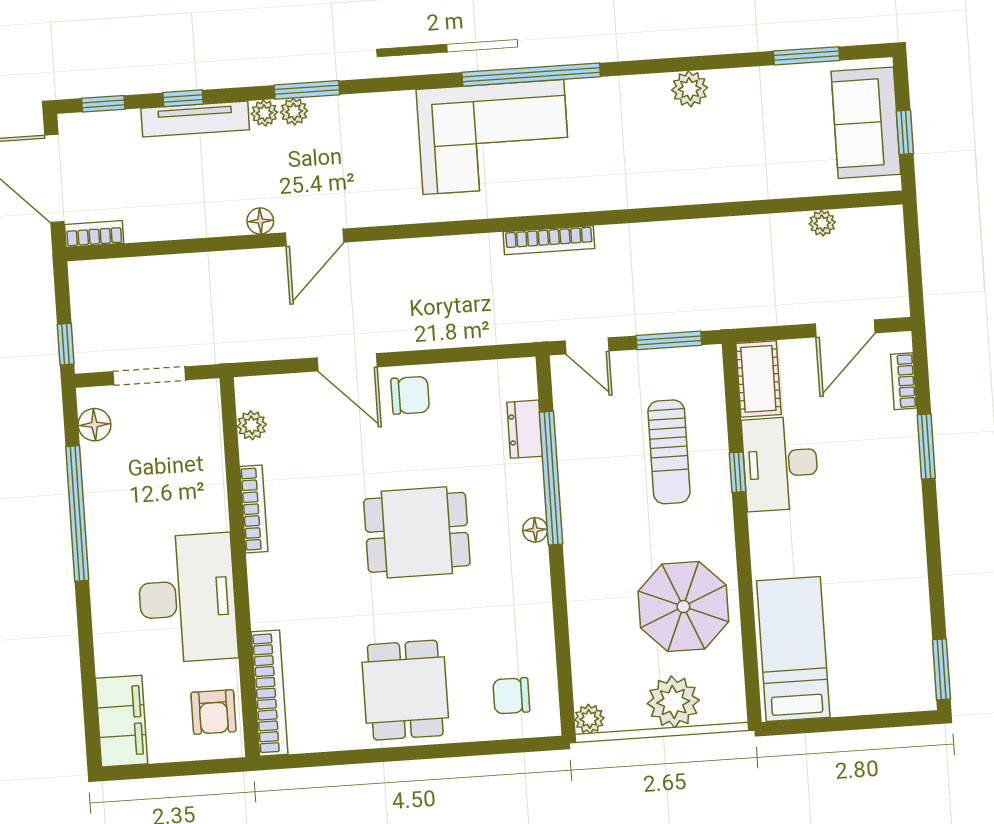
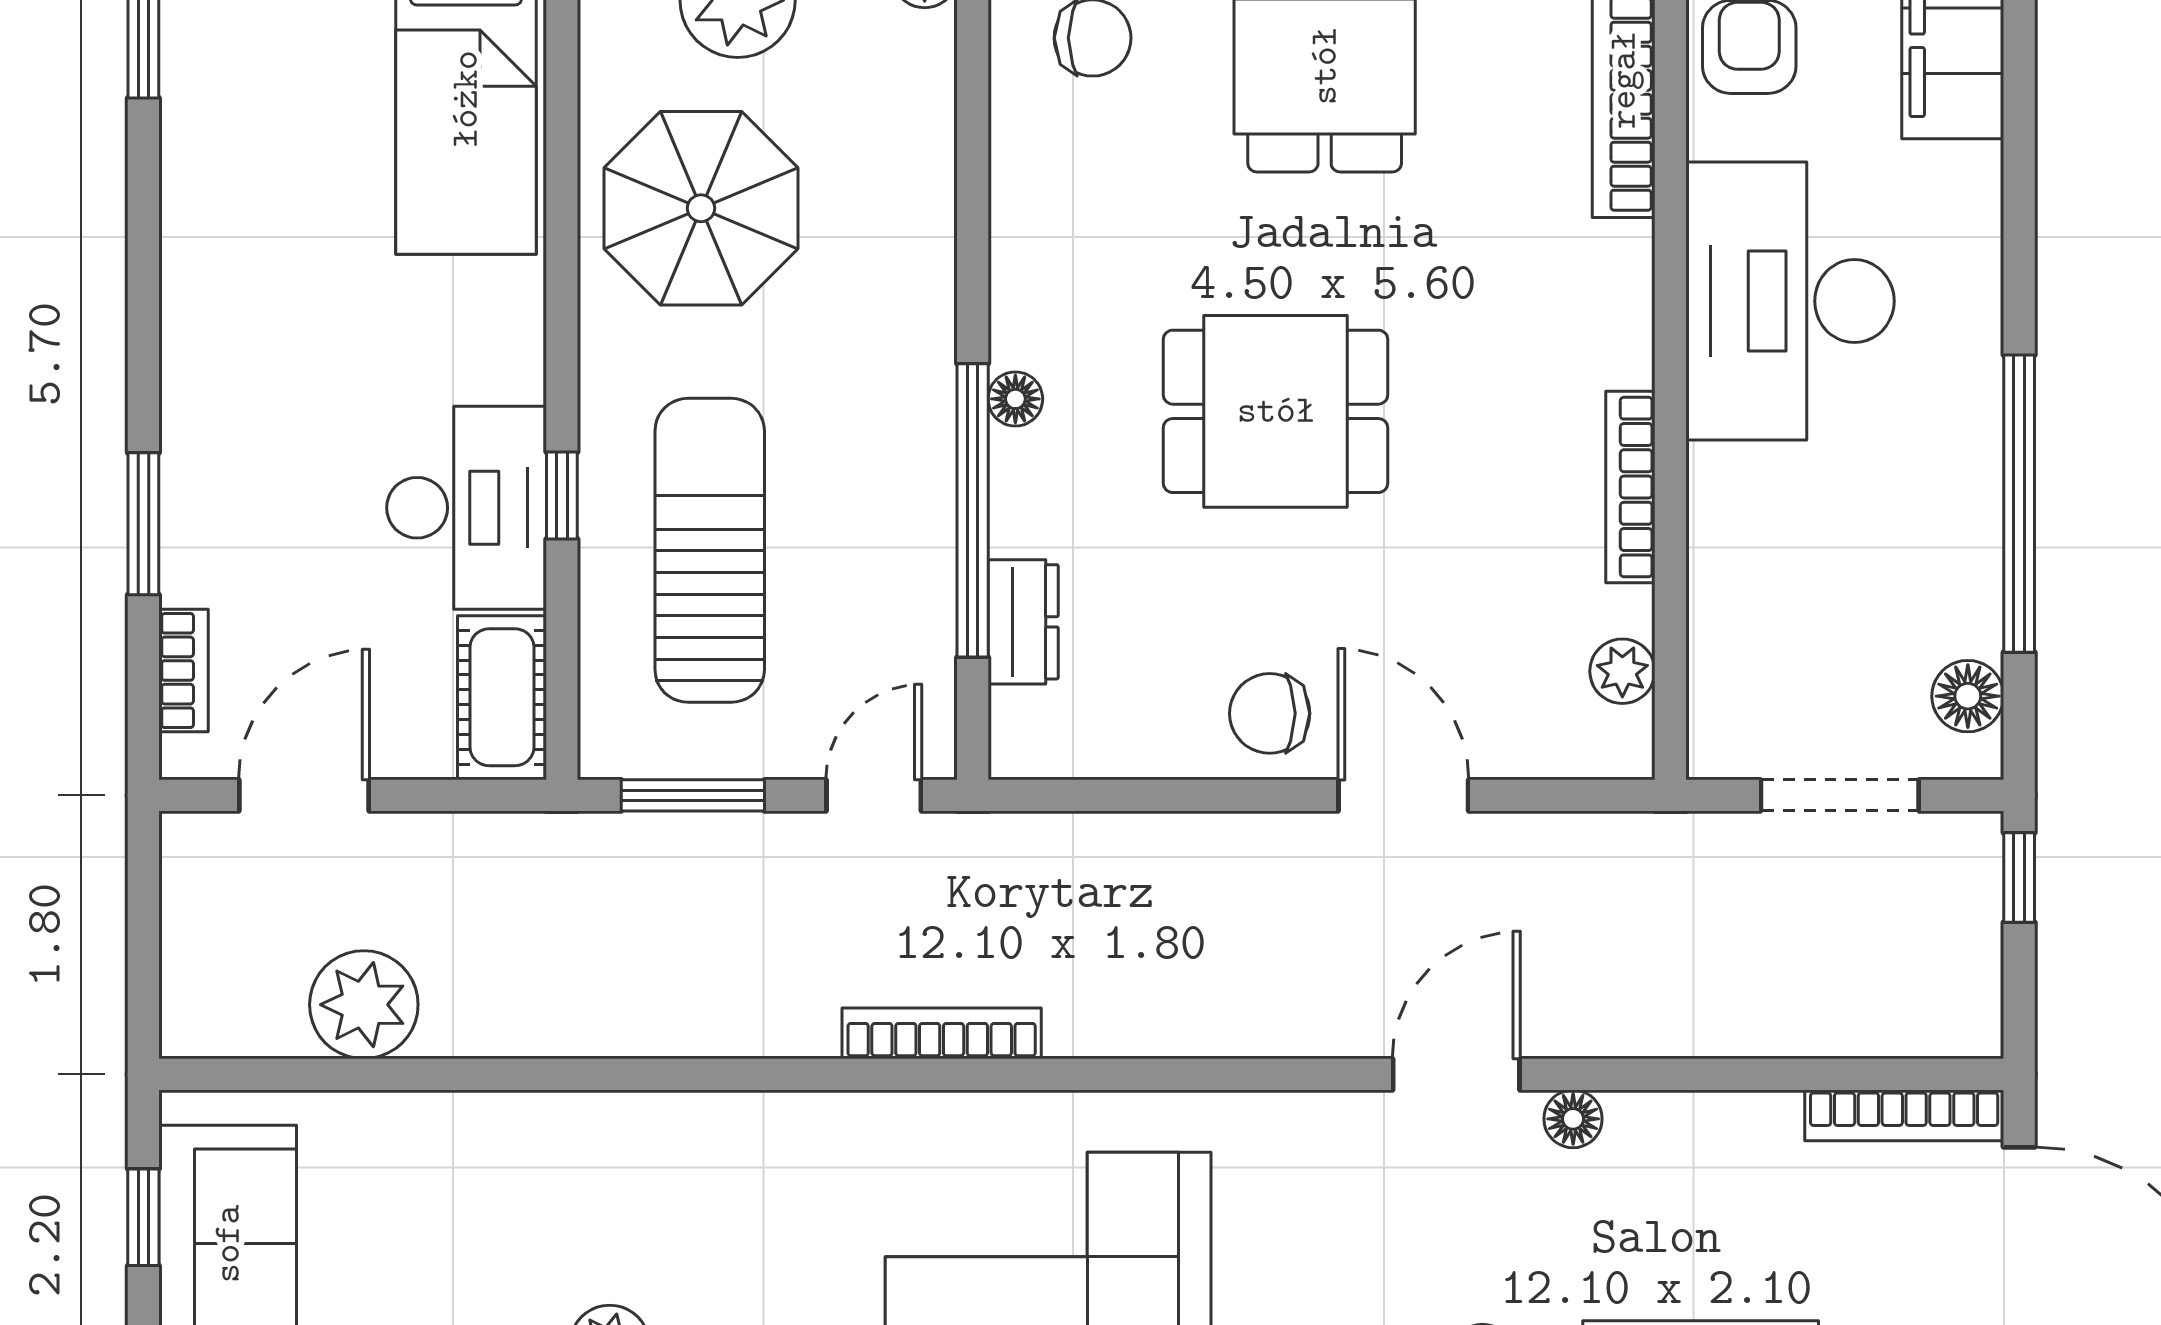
plant: (822, 223) -> (364, 1005), width x1.87, depth x1.87
bookcase: (94, 234) -> (1904, 1115), width x1.56
door: (587, 346) -> (874, 795), hinge flipped
sun lounger: (669, 452) -> (710, 550), width x1.36, depth x1.34

